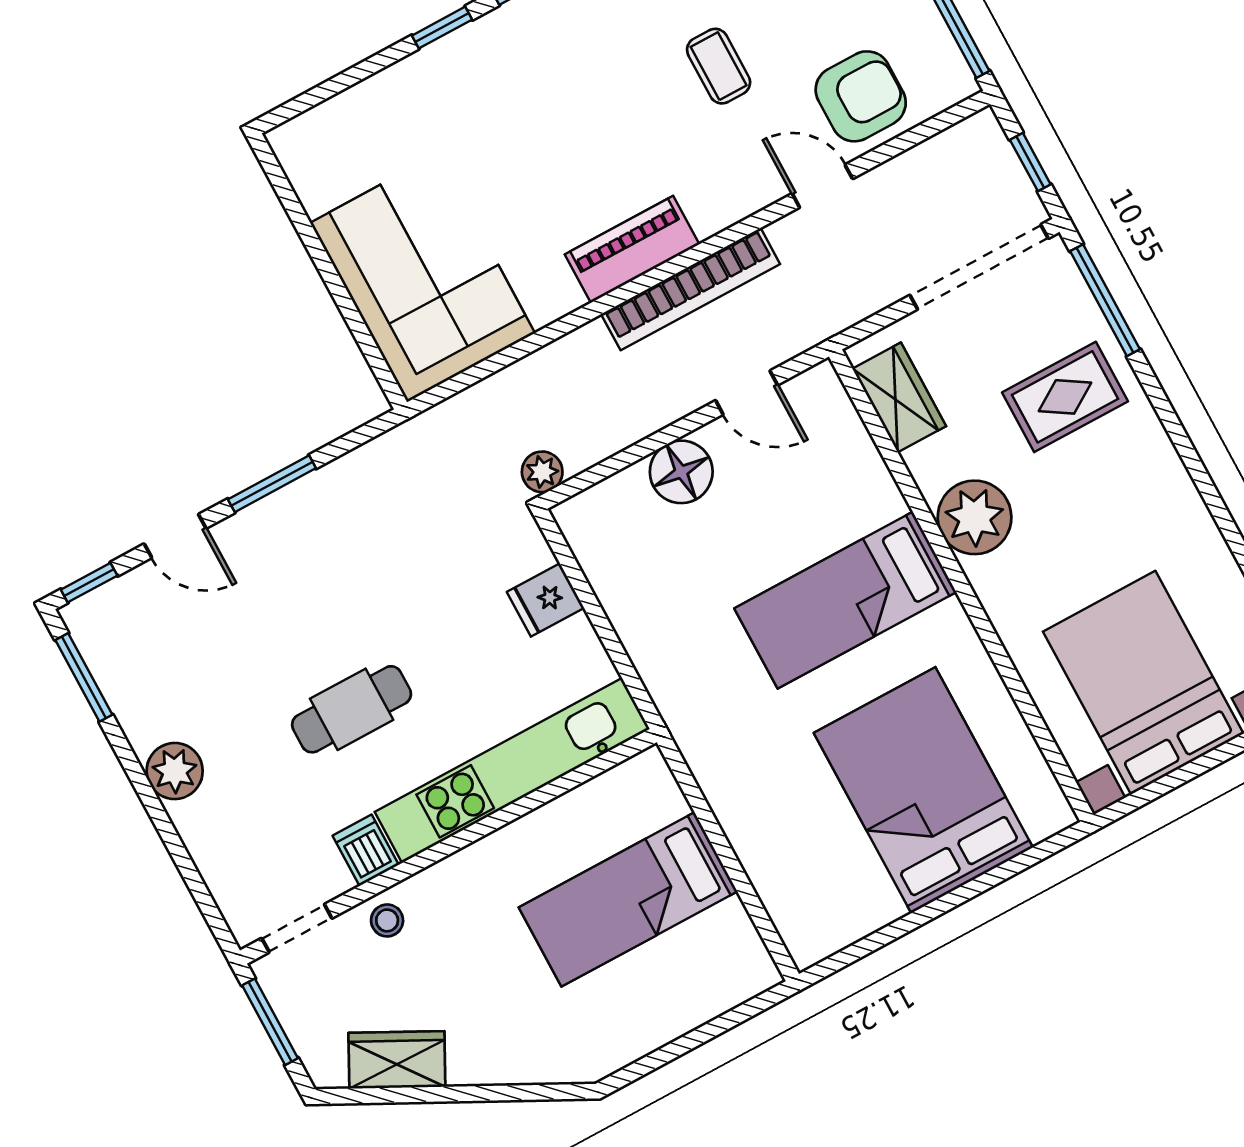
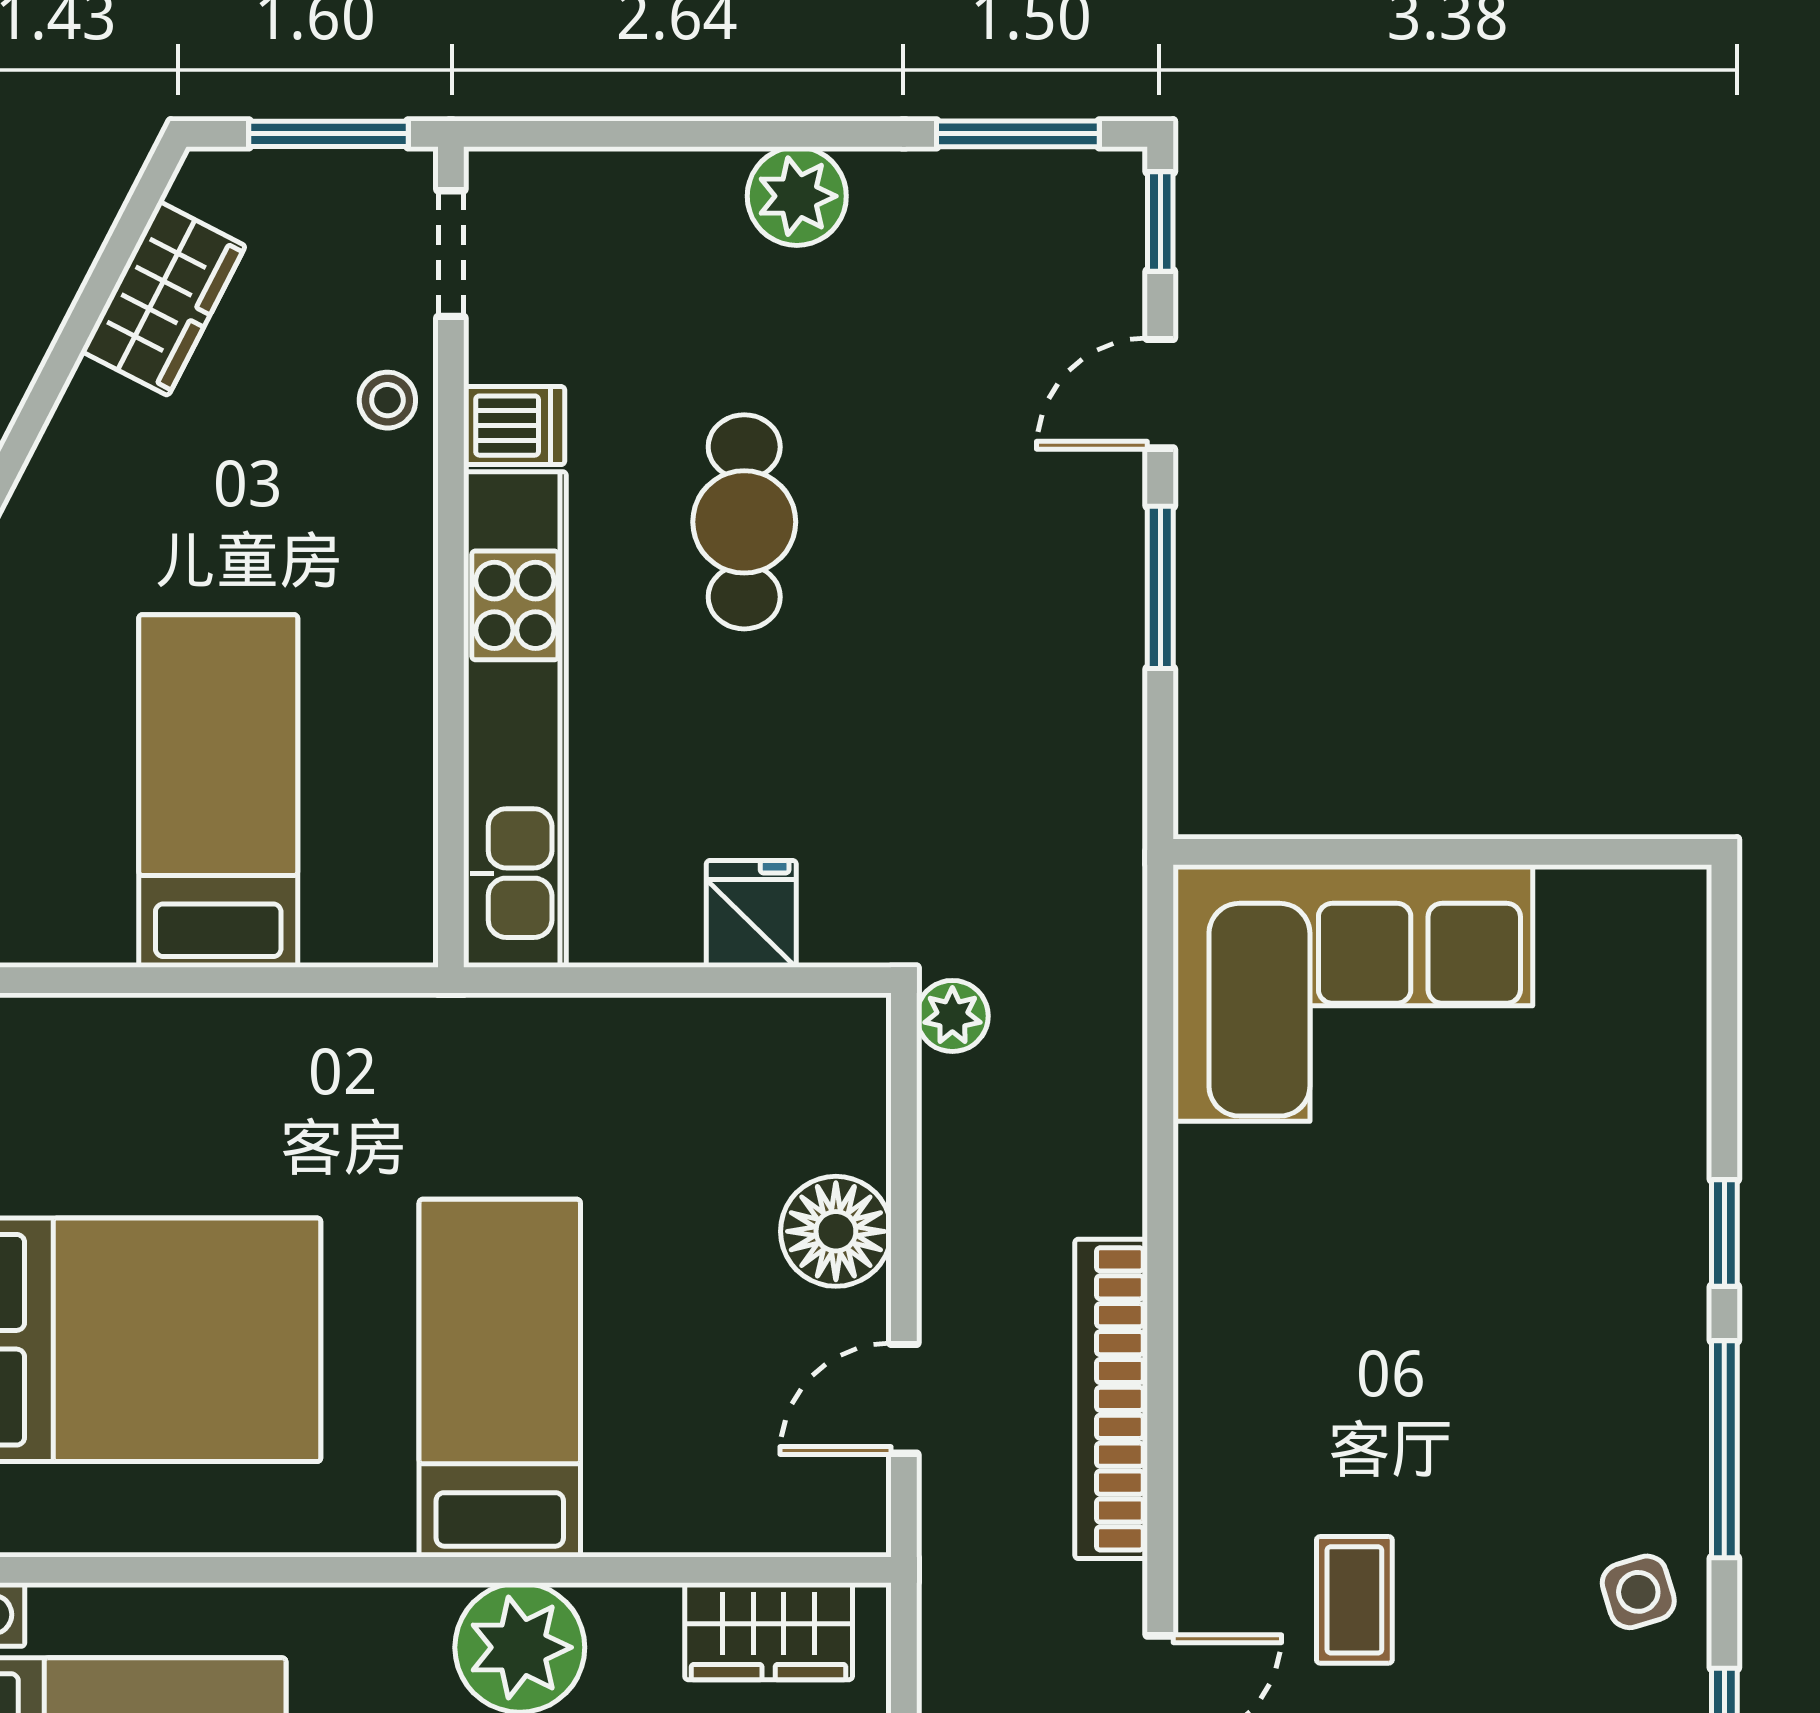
coffee table: (719, 66) -> (1354, 1600), moved, turned 90
piano: (632, 249) -> (1222, 1341), removed

